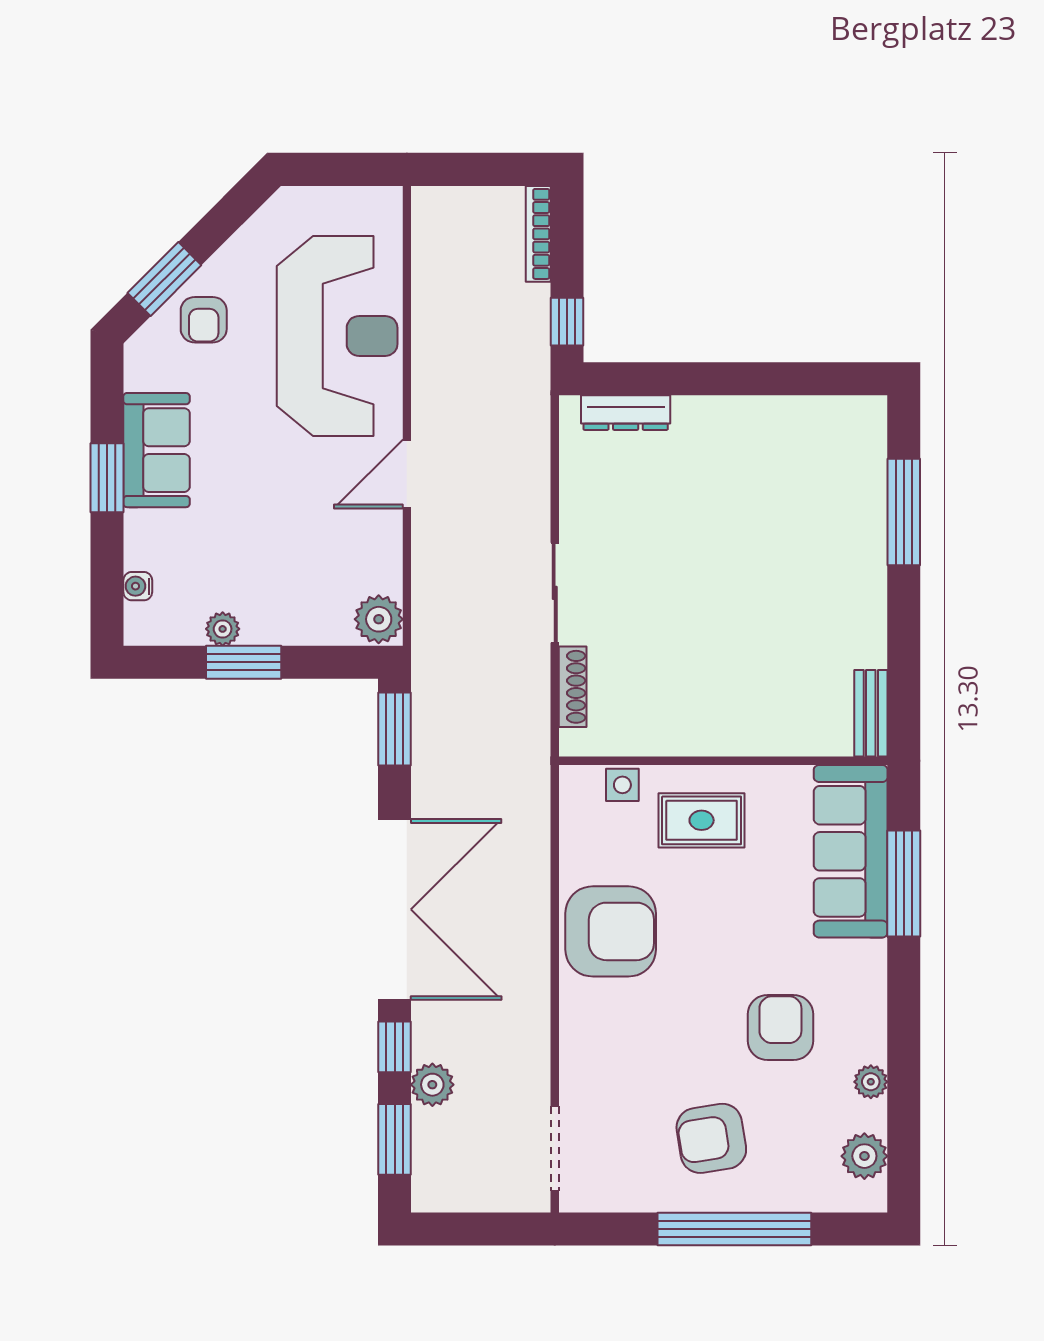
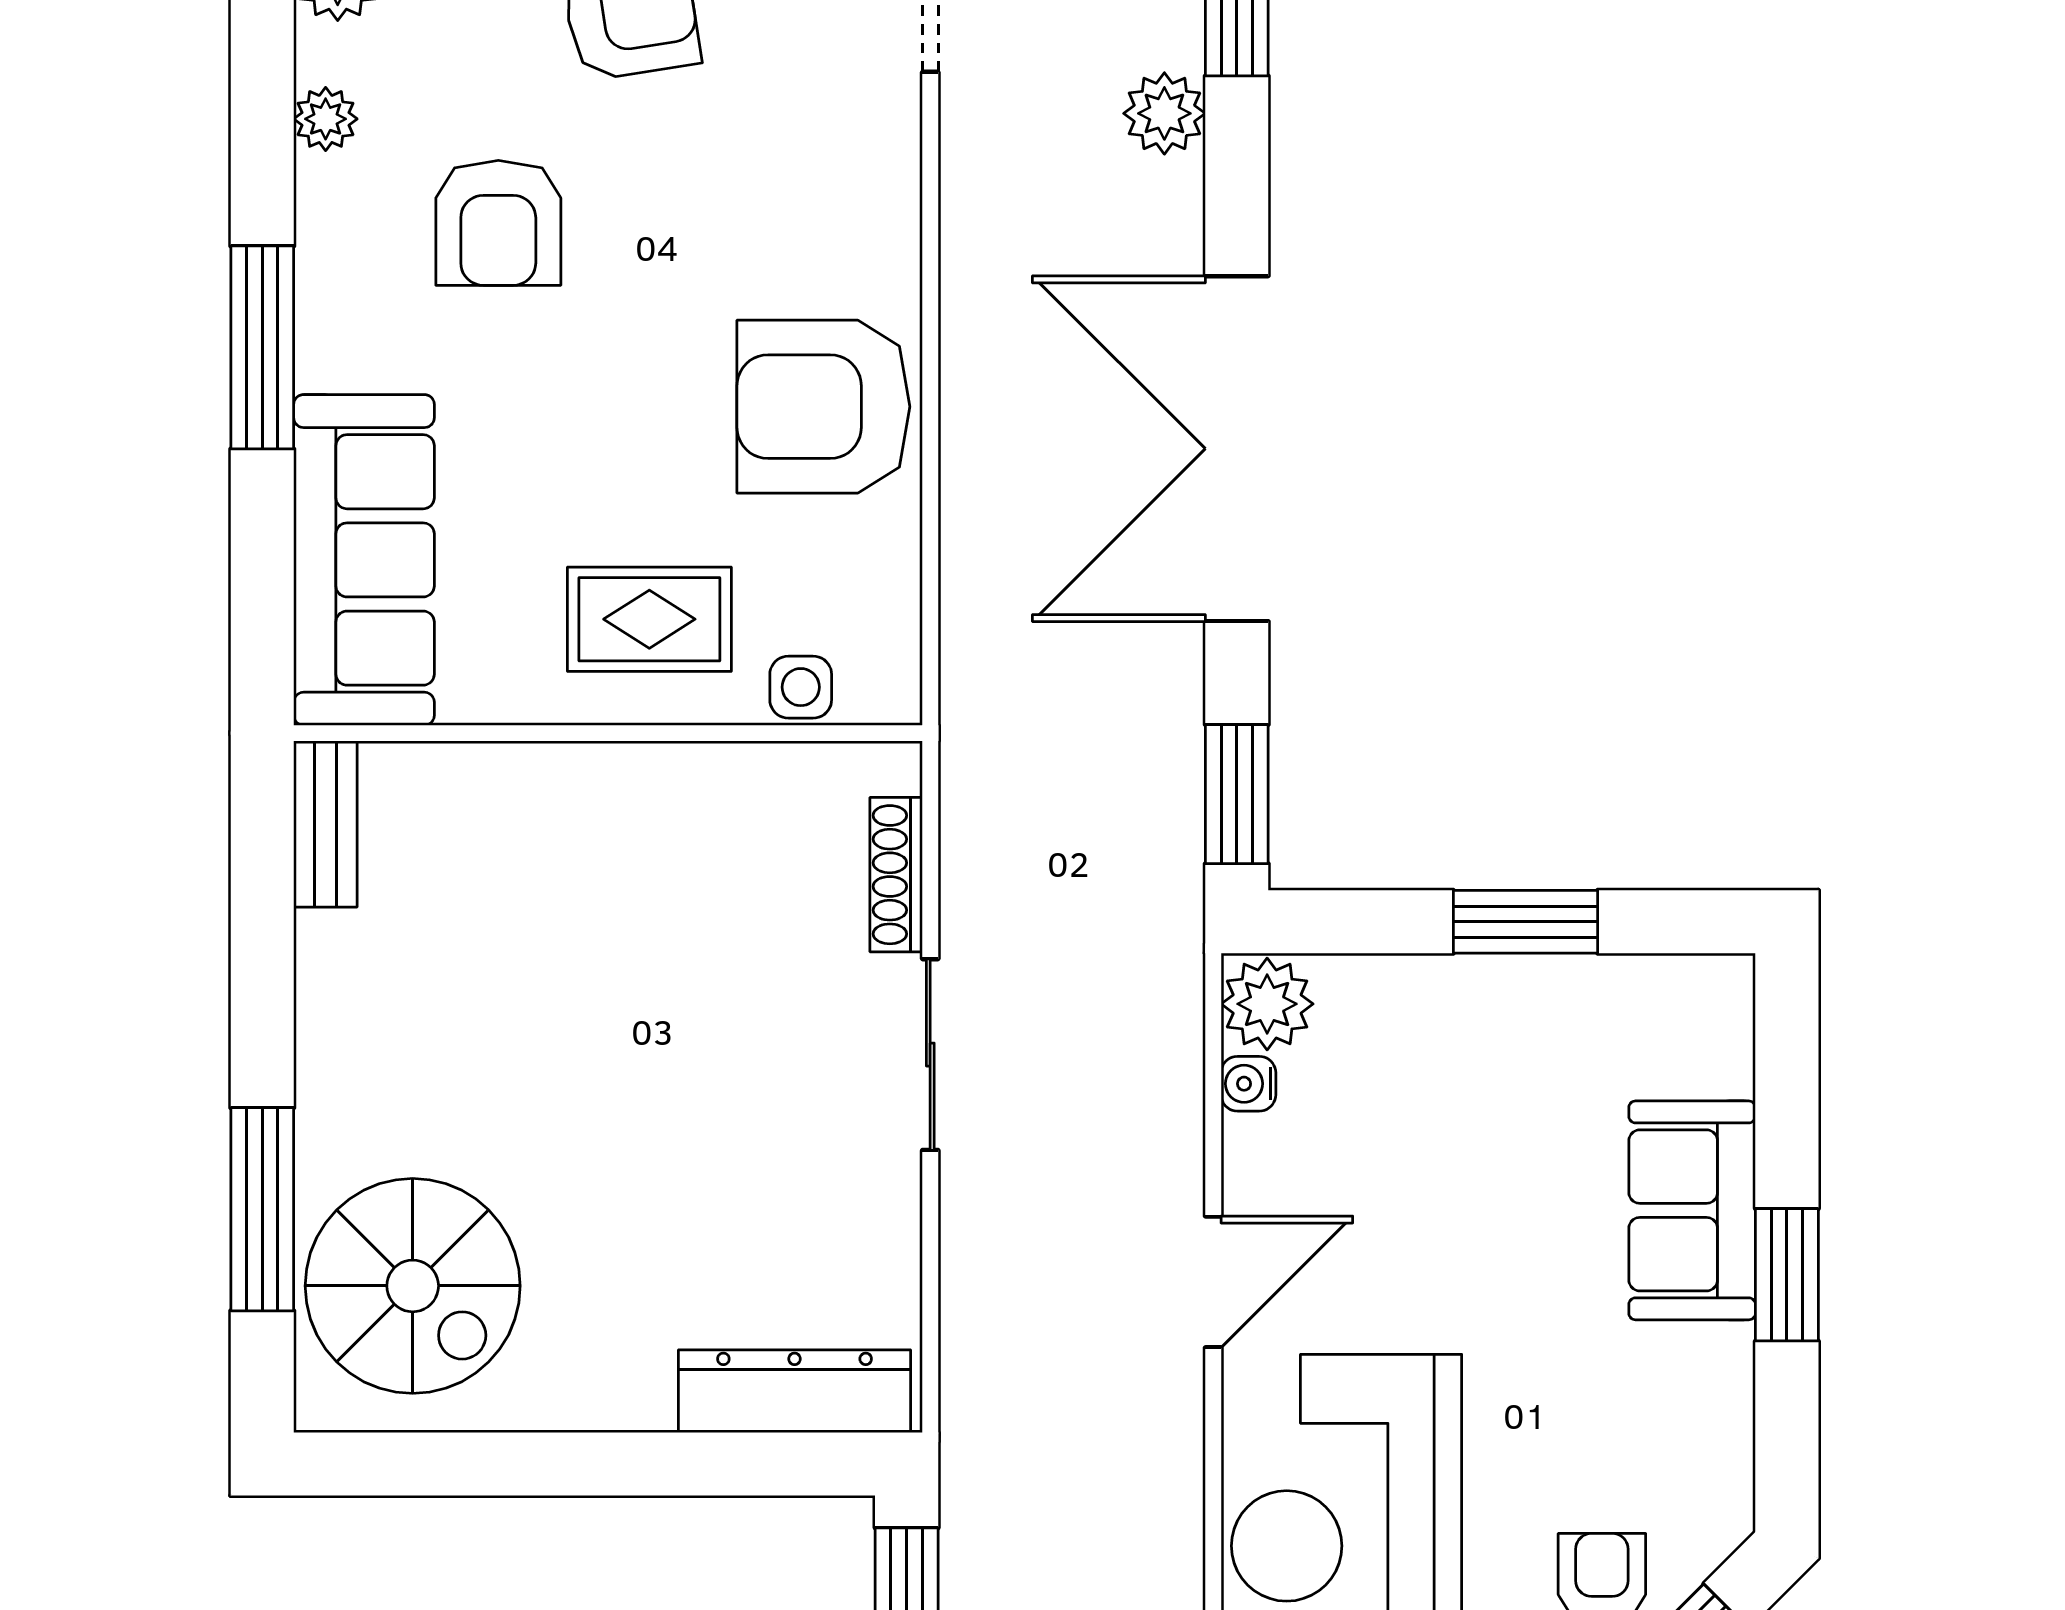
dresser: (626, 413) -> (795, 1391), width x1.37, depth x1.24
sofa: (157, 450) -> (1692, 1210), moved
spiral stairs: (825, 472) -> (413, 1286), added
water cooler: (138, 586) -> (1248, 1084), moved, turned 180
plant: (223, 629) -> (1566, 985), removed
window: (904, 883) -> (262, 347), moved
window: (395, 1047) -> (1237, 186), removed

